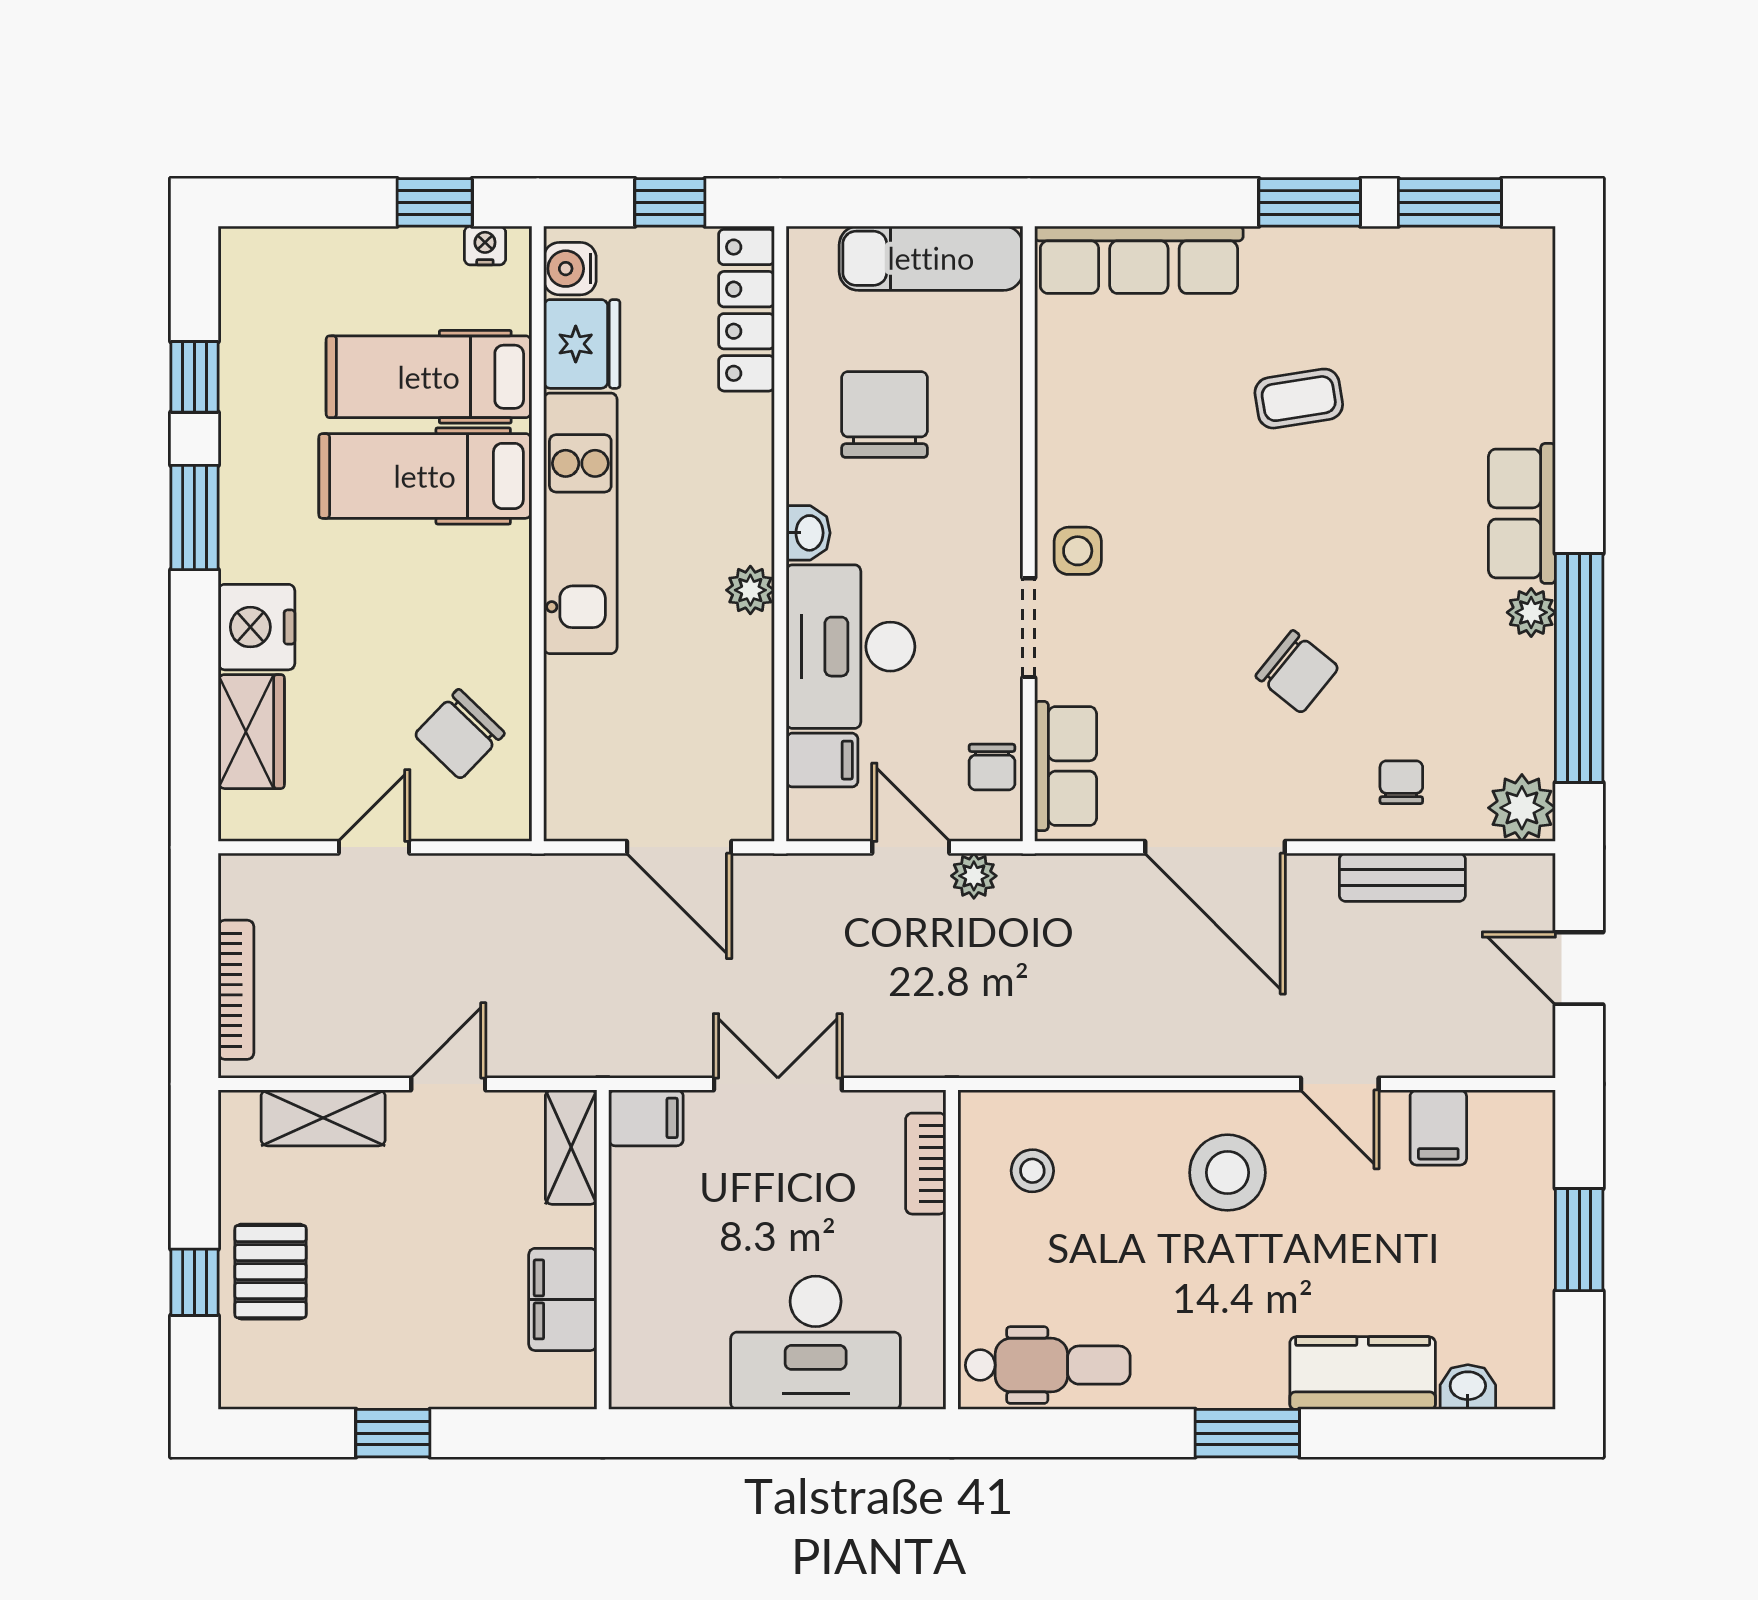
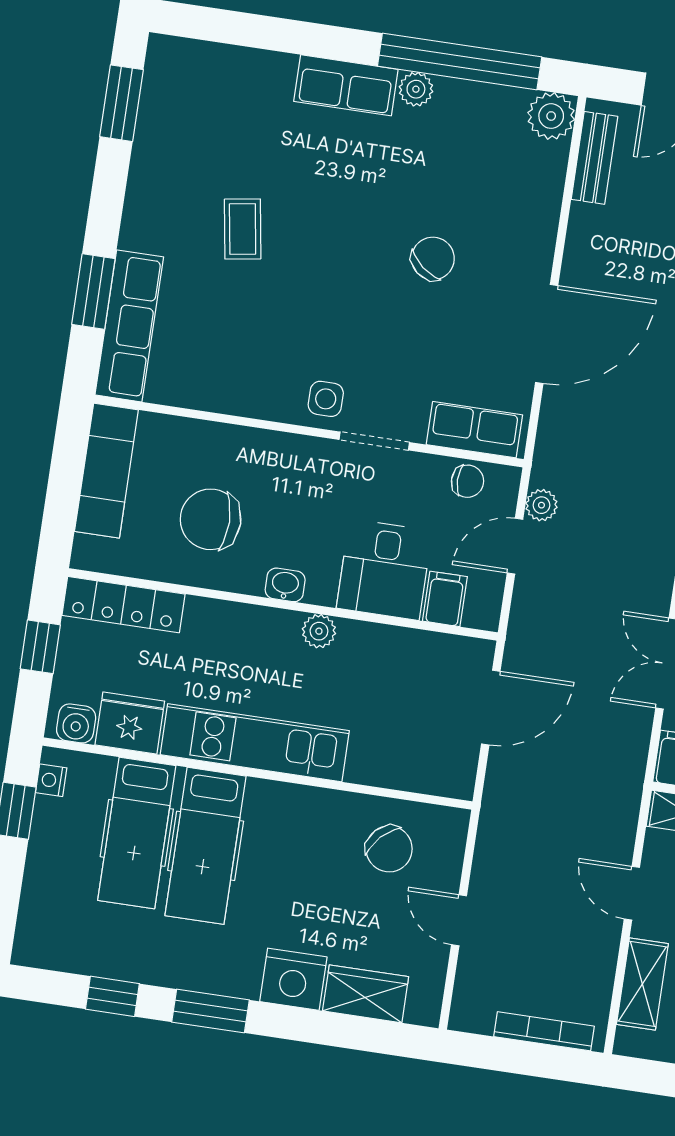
window: (1310, 202) -> (93, 292), moved
desk: (851, 647) -> (384, 570), width x0.73
chair: (1401, 782) -> (521, 197), removed
bench: (1402, 877) -> (594, 158), moved

